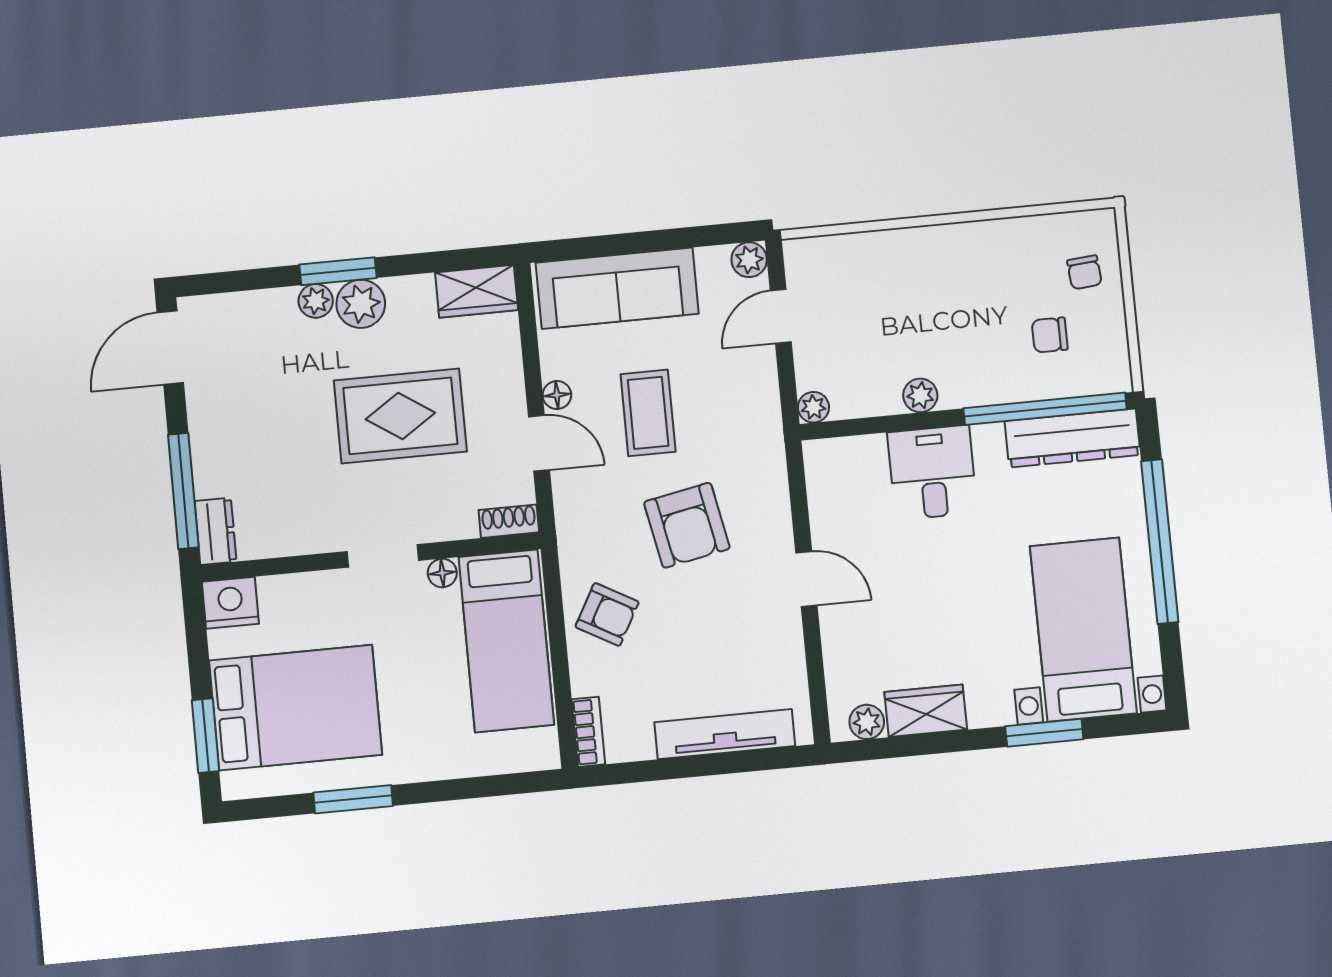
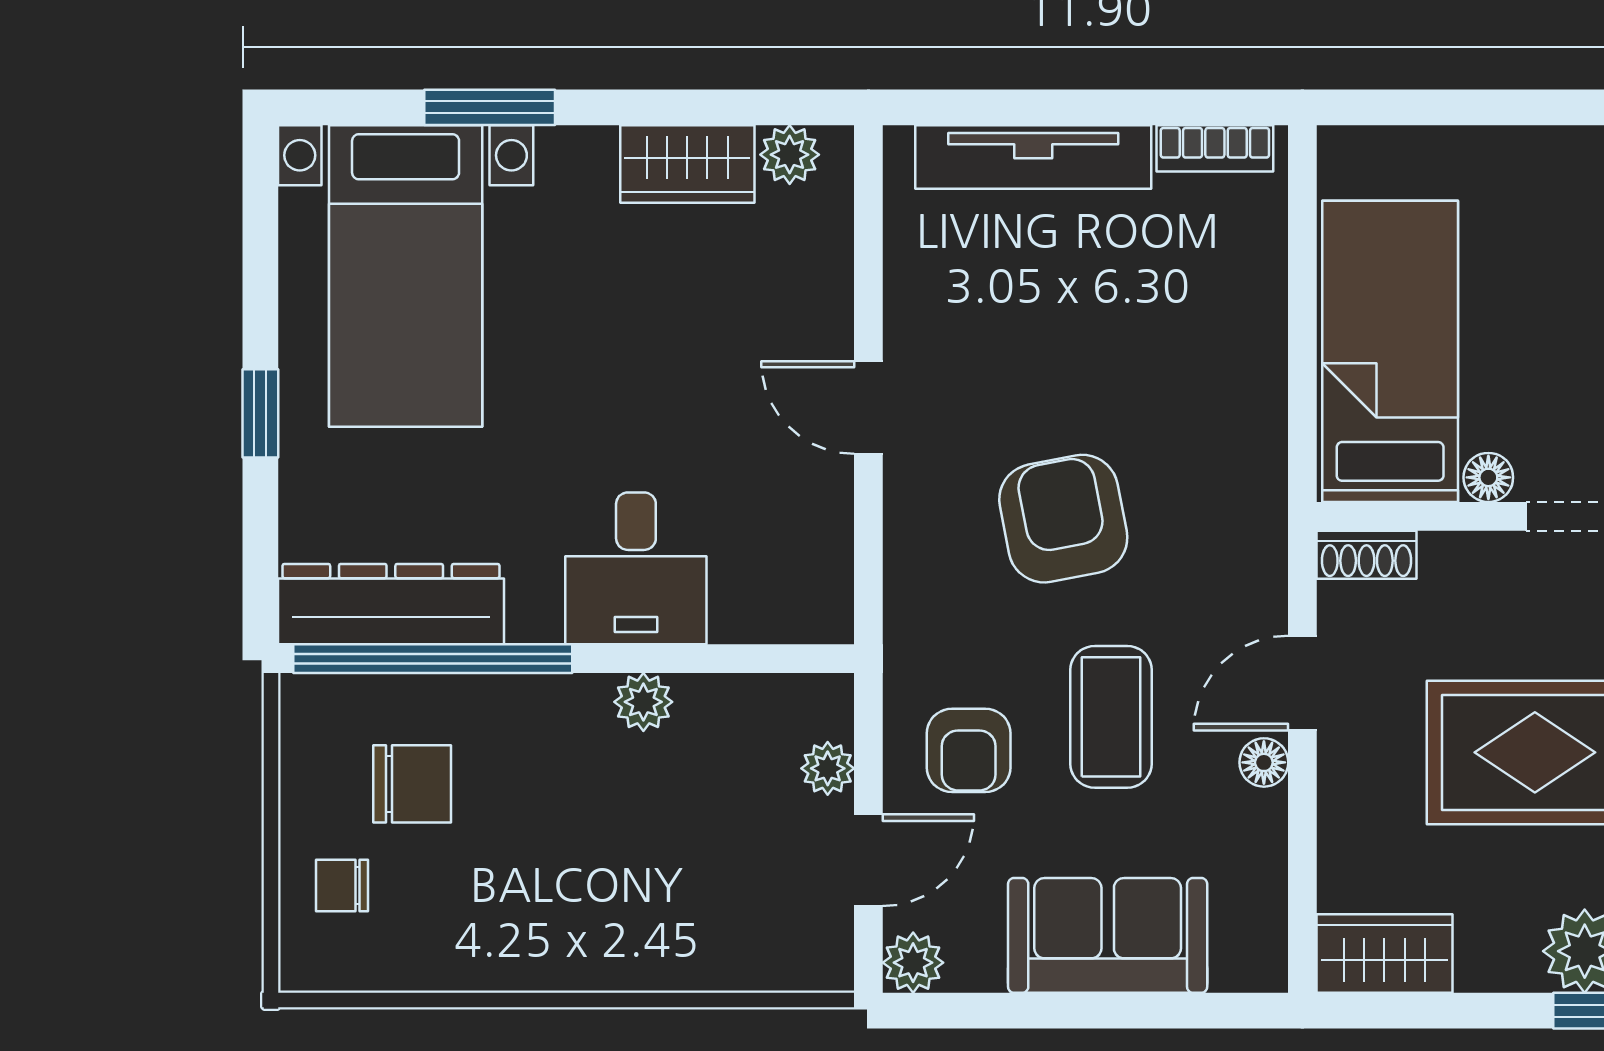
chair: (1084, 272) -> (342, 885), turned -85
sofa: (617, 288) -> (1108, 935), width x0.73
chair: (1050, 335) -> (412, 784), width x1.37, depth x1.37
plant: (813, 407) -> (828, 768), moved
door: (539, 443) -> (1302, 683), hinge flipped
window: (1160, 542) -> (260, 413), width x0.32
armchair: (607, 614) -> (969, 750), moved, turned -119
bookcase: (588, 732) -> (1215, 148), moved, turned -90

